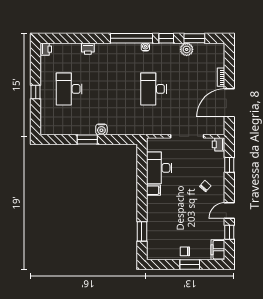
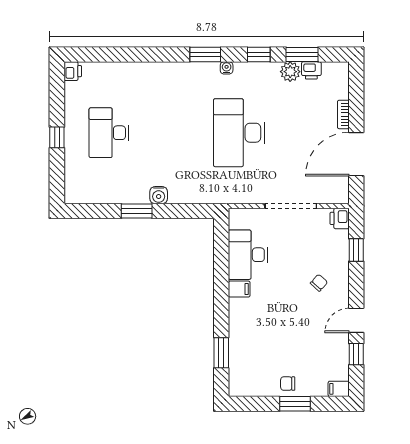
window: (132, 38) -> (205, 55), width x0.47
printer: (88, 49) -> (311, 70), moved
desk: (154, 89) -> (239, 133), width x1.36, depth x1.30
filing cabinet: (218, 250) -> (339, 389), width x0.50

